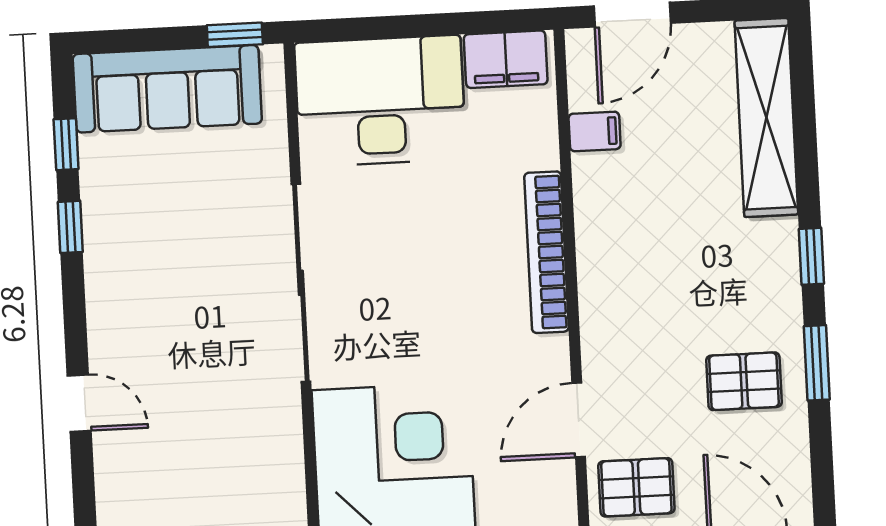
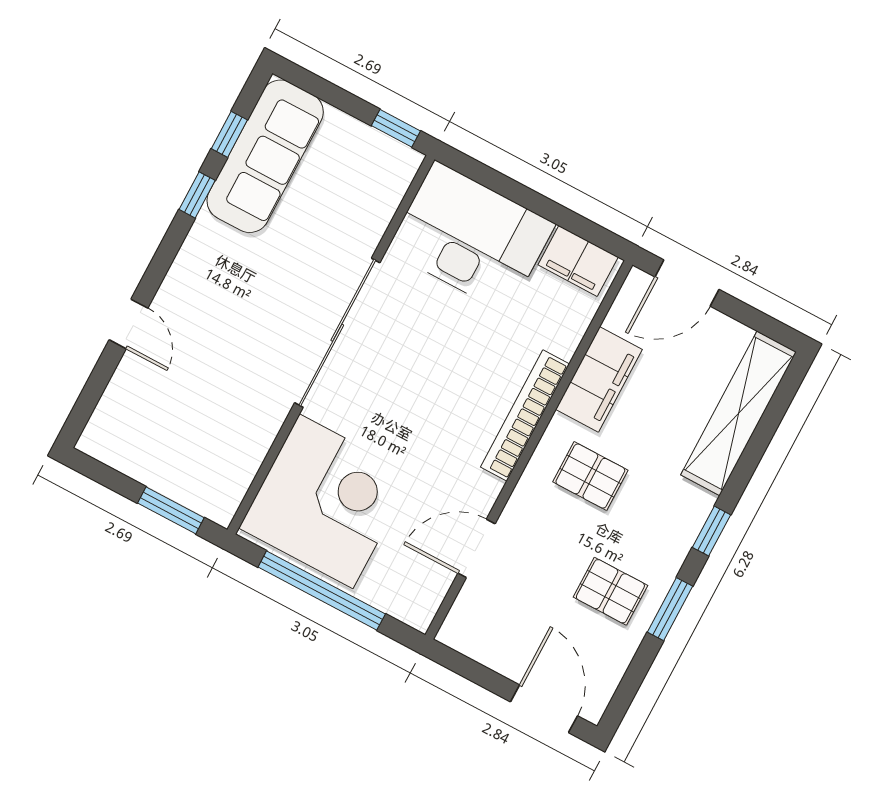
sofa: (167, 89) -> (265, 156), moved, turned -90
filing cabinet: (595, 131) -> (599, 379), width x3.00, depth x1.17
pallet: (636, 487) -> (590, 476), moved

